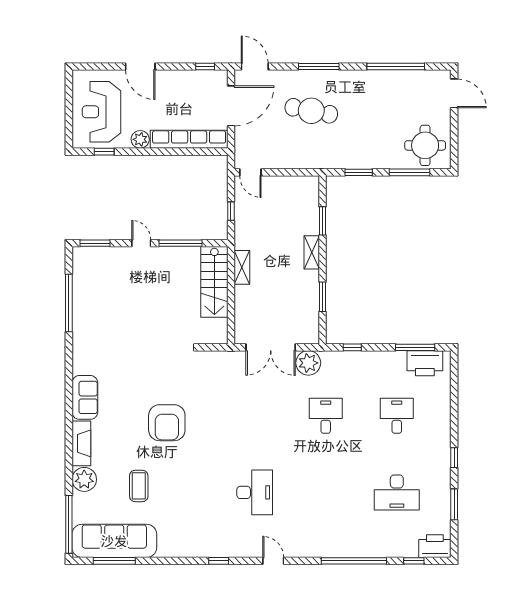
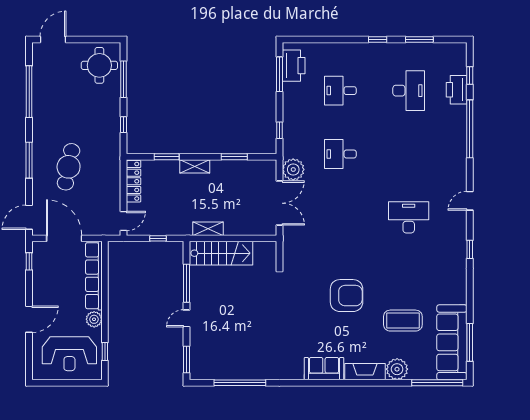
window: (359, 172) -> (123, 125), width x0.67
locker: (295, 184) -> (133, 181), added
coffee table: (139, 486) -> (403, 321), width x1.36, depth x1.32
printer: (435, 546) -> (457, 90), moved

